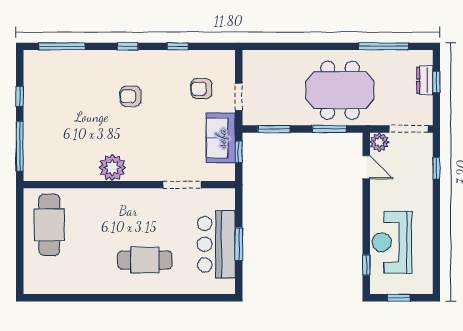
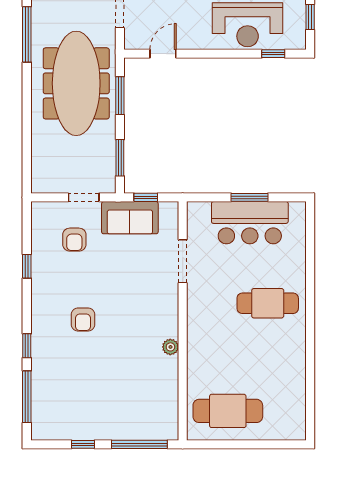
window: (128, 46) -> (27, 346), moved
meeting table: (340, 90) -> (76, 83), width x1.36
plant: (379, 142) -> (135, 39), removed
plant: (112, 168) -> (170, 347), width x0.53, depth x0.53
cafe table: (145, 260) -> (268, 303), turned 90

